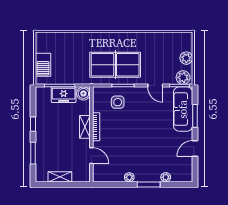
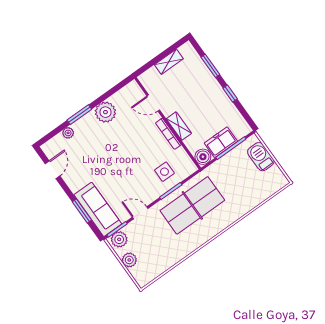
door: (195, 148) -> (52, 170), moved
plant: (129, 177) -> (105, 112), width x1.88, depth x1.88

